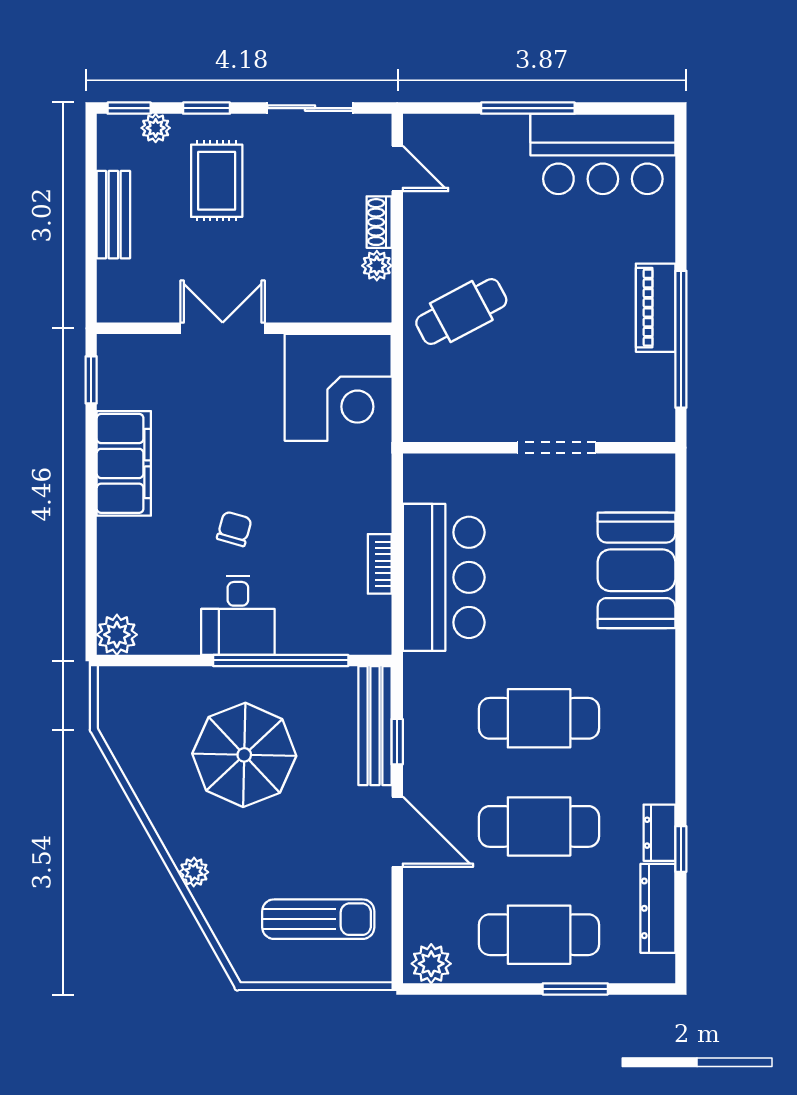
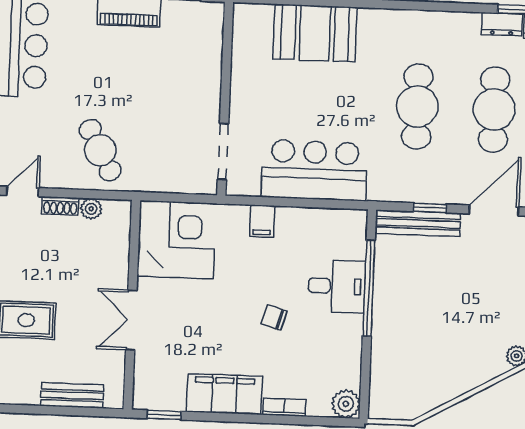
bench: (113, 215) -> (72, 395), moved
cafe table: (461, 312) -> (100, 150), moved
doorway: (557, 448) -> (223, 152), moved
filing cabinet: (369, 507) -> (262, 221), added
bookcase: (380, 564) -> (284, 407), moved, turned 180
desk: (238, 615) -> (337, 286), moved
parasol: (244, 755) -> (435, 317), removed

